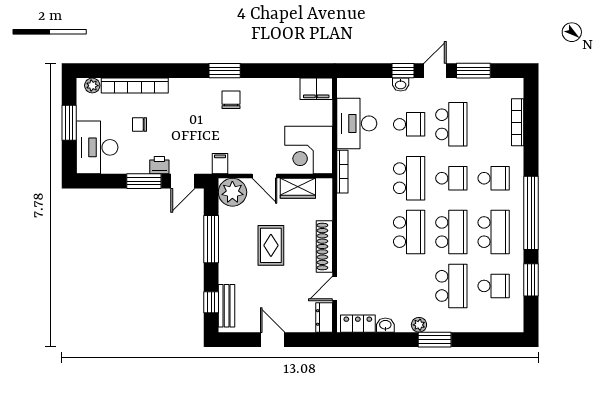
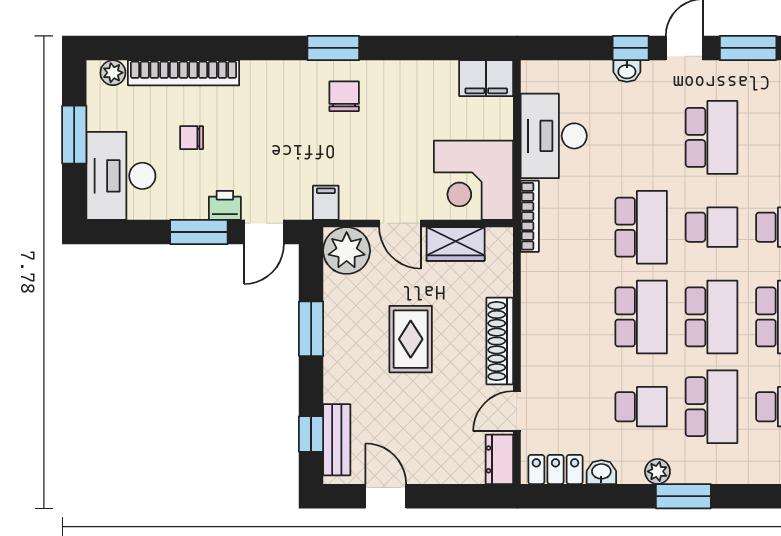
school desk: (409, 124) -> (641, 407), moved
window: (211, 239) -> (311, 329), width x0.69
door: (273, 340) -> (386, 496), moved

